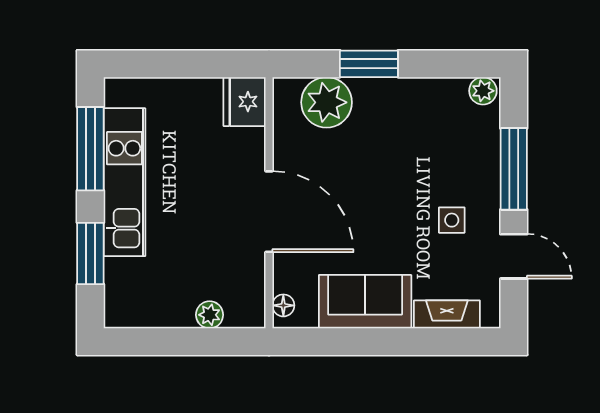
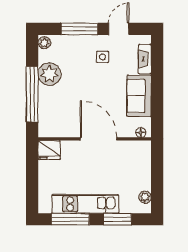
window: (369, 64) -> (32, 94), width x2.11
plant: (327, 102) -> (49, 74), moved
door: (269, 212) -> (99, 139), hinge flipped
plant: (210, 315) -> (145, 197), moved

